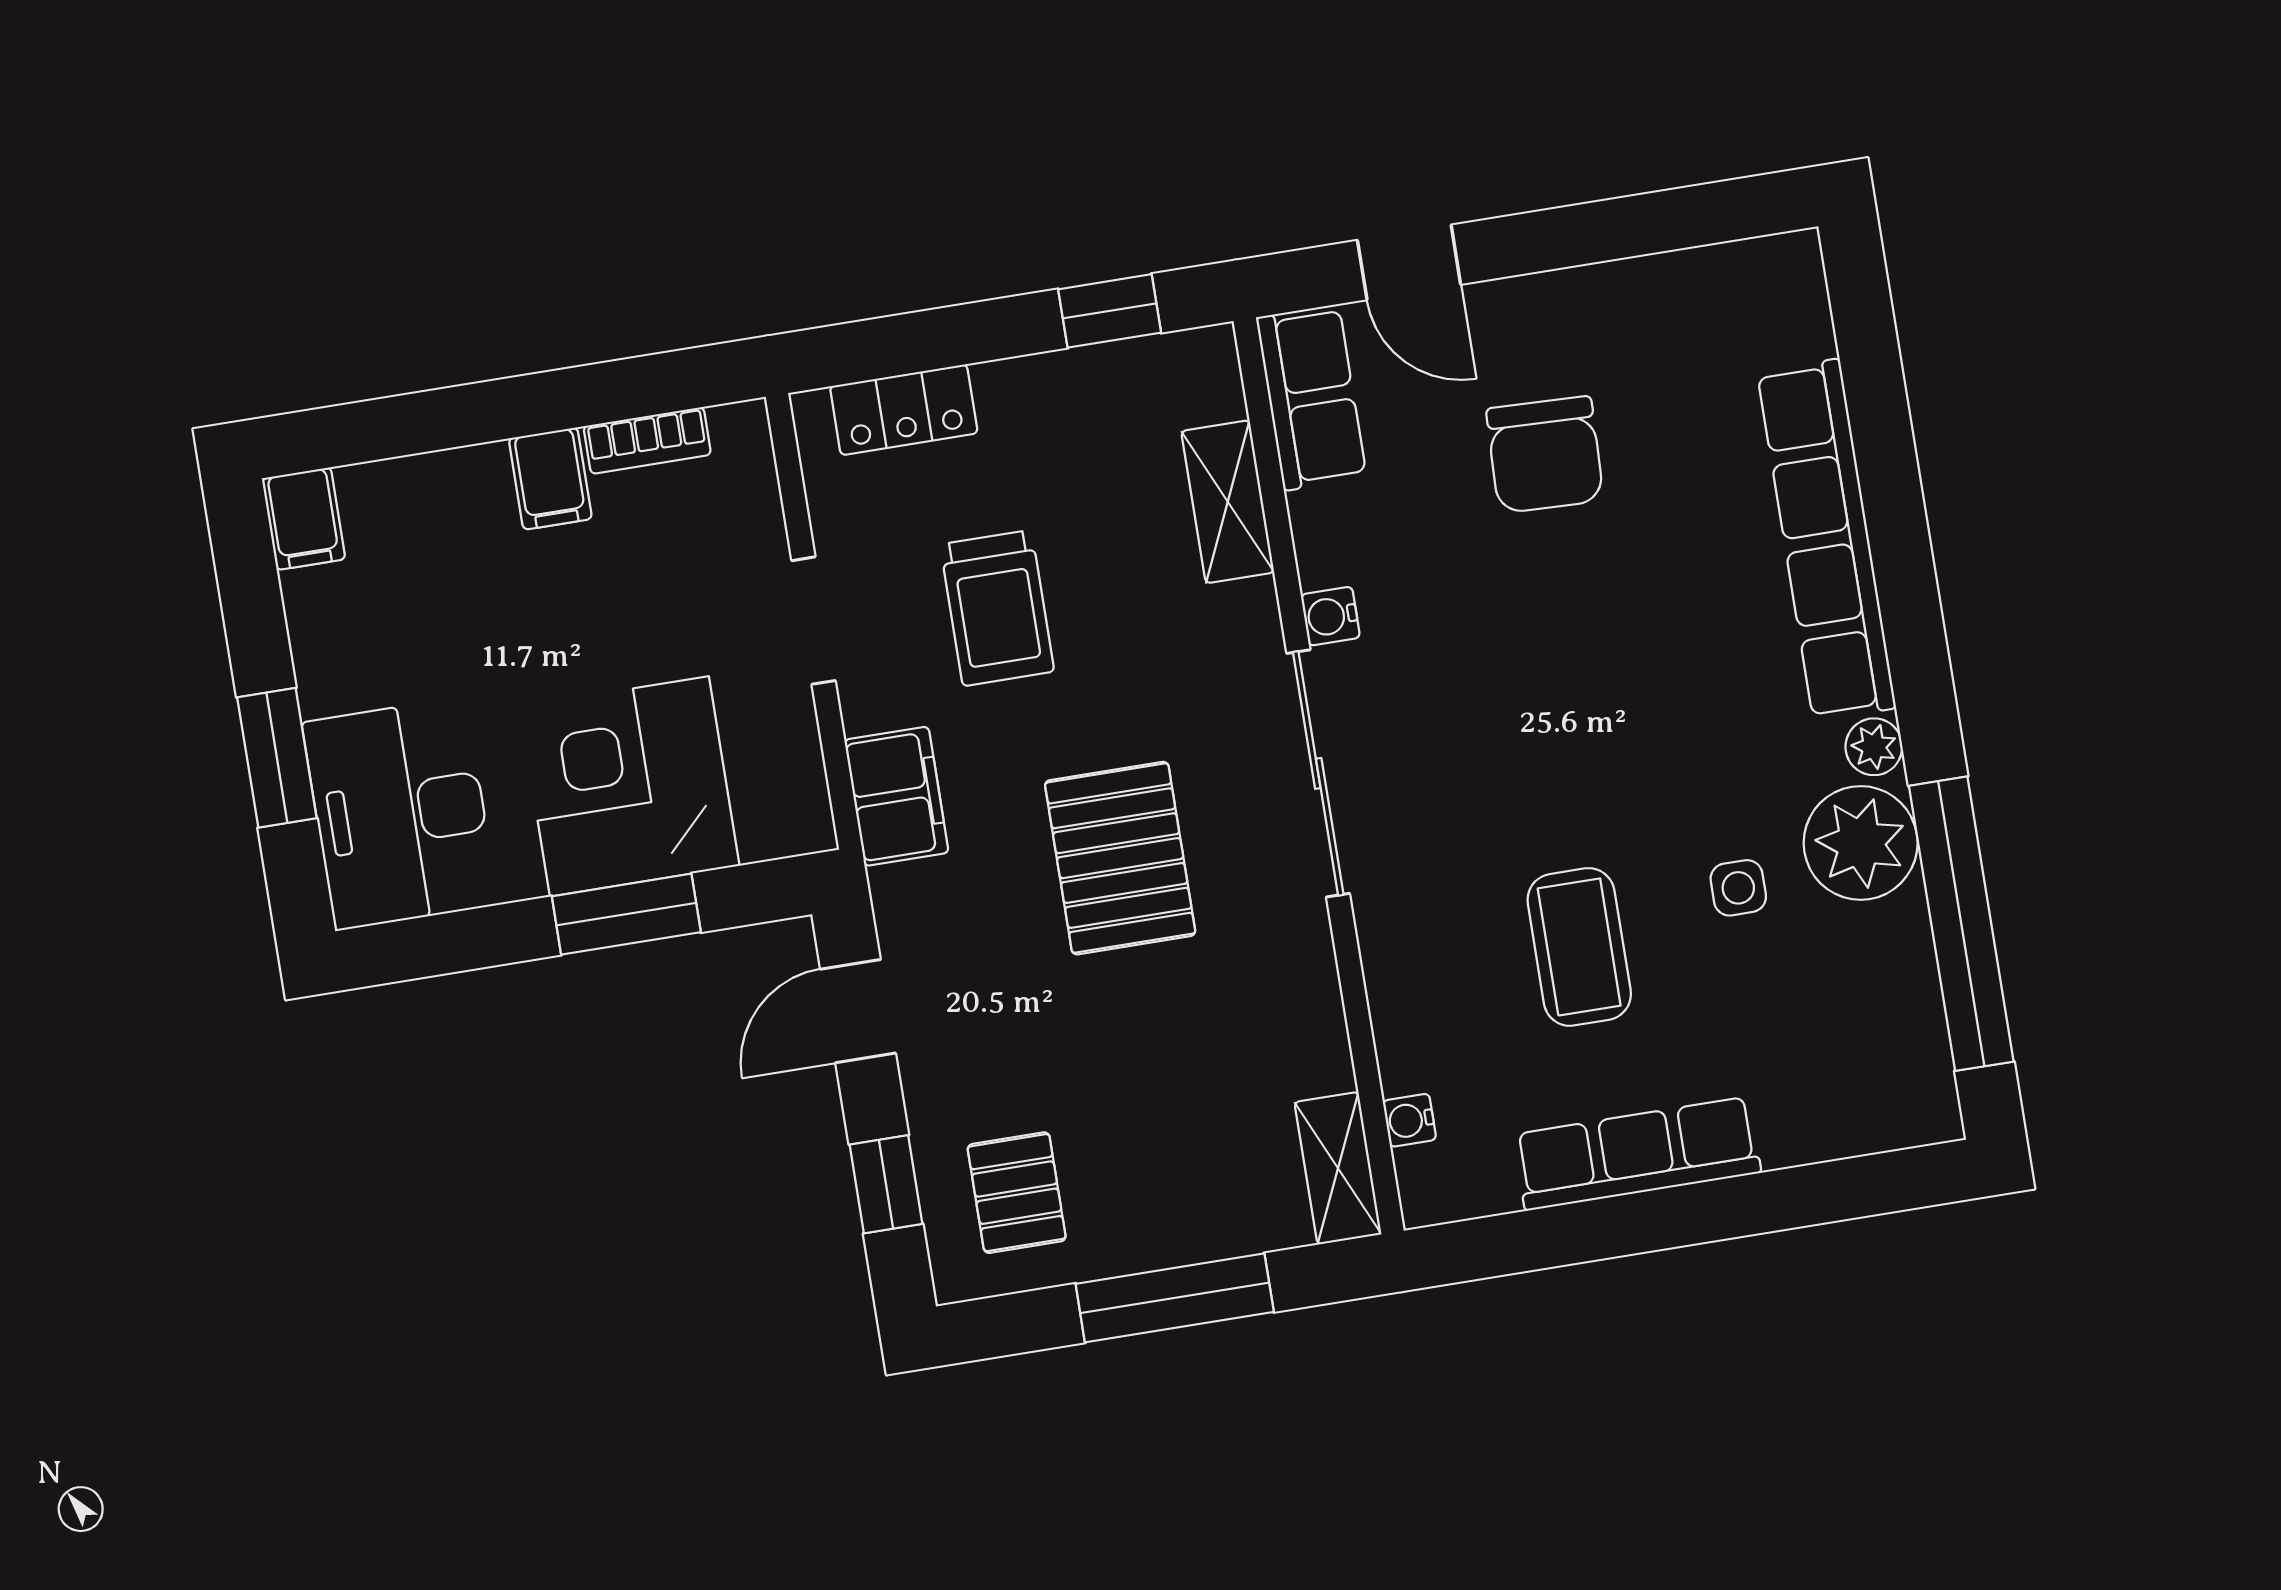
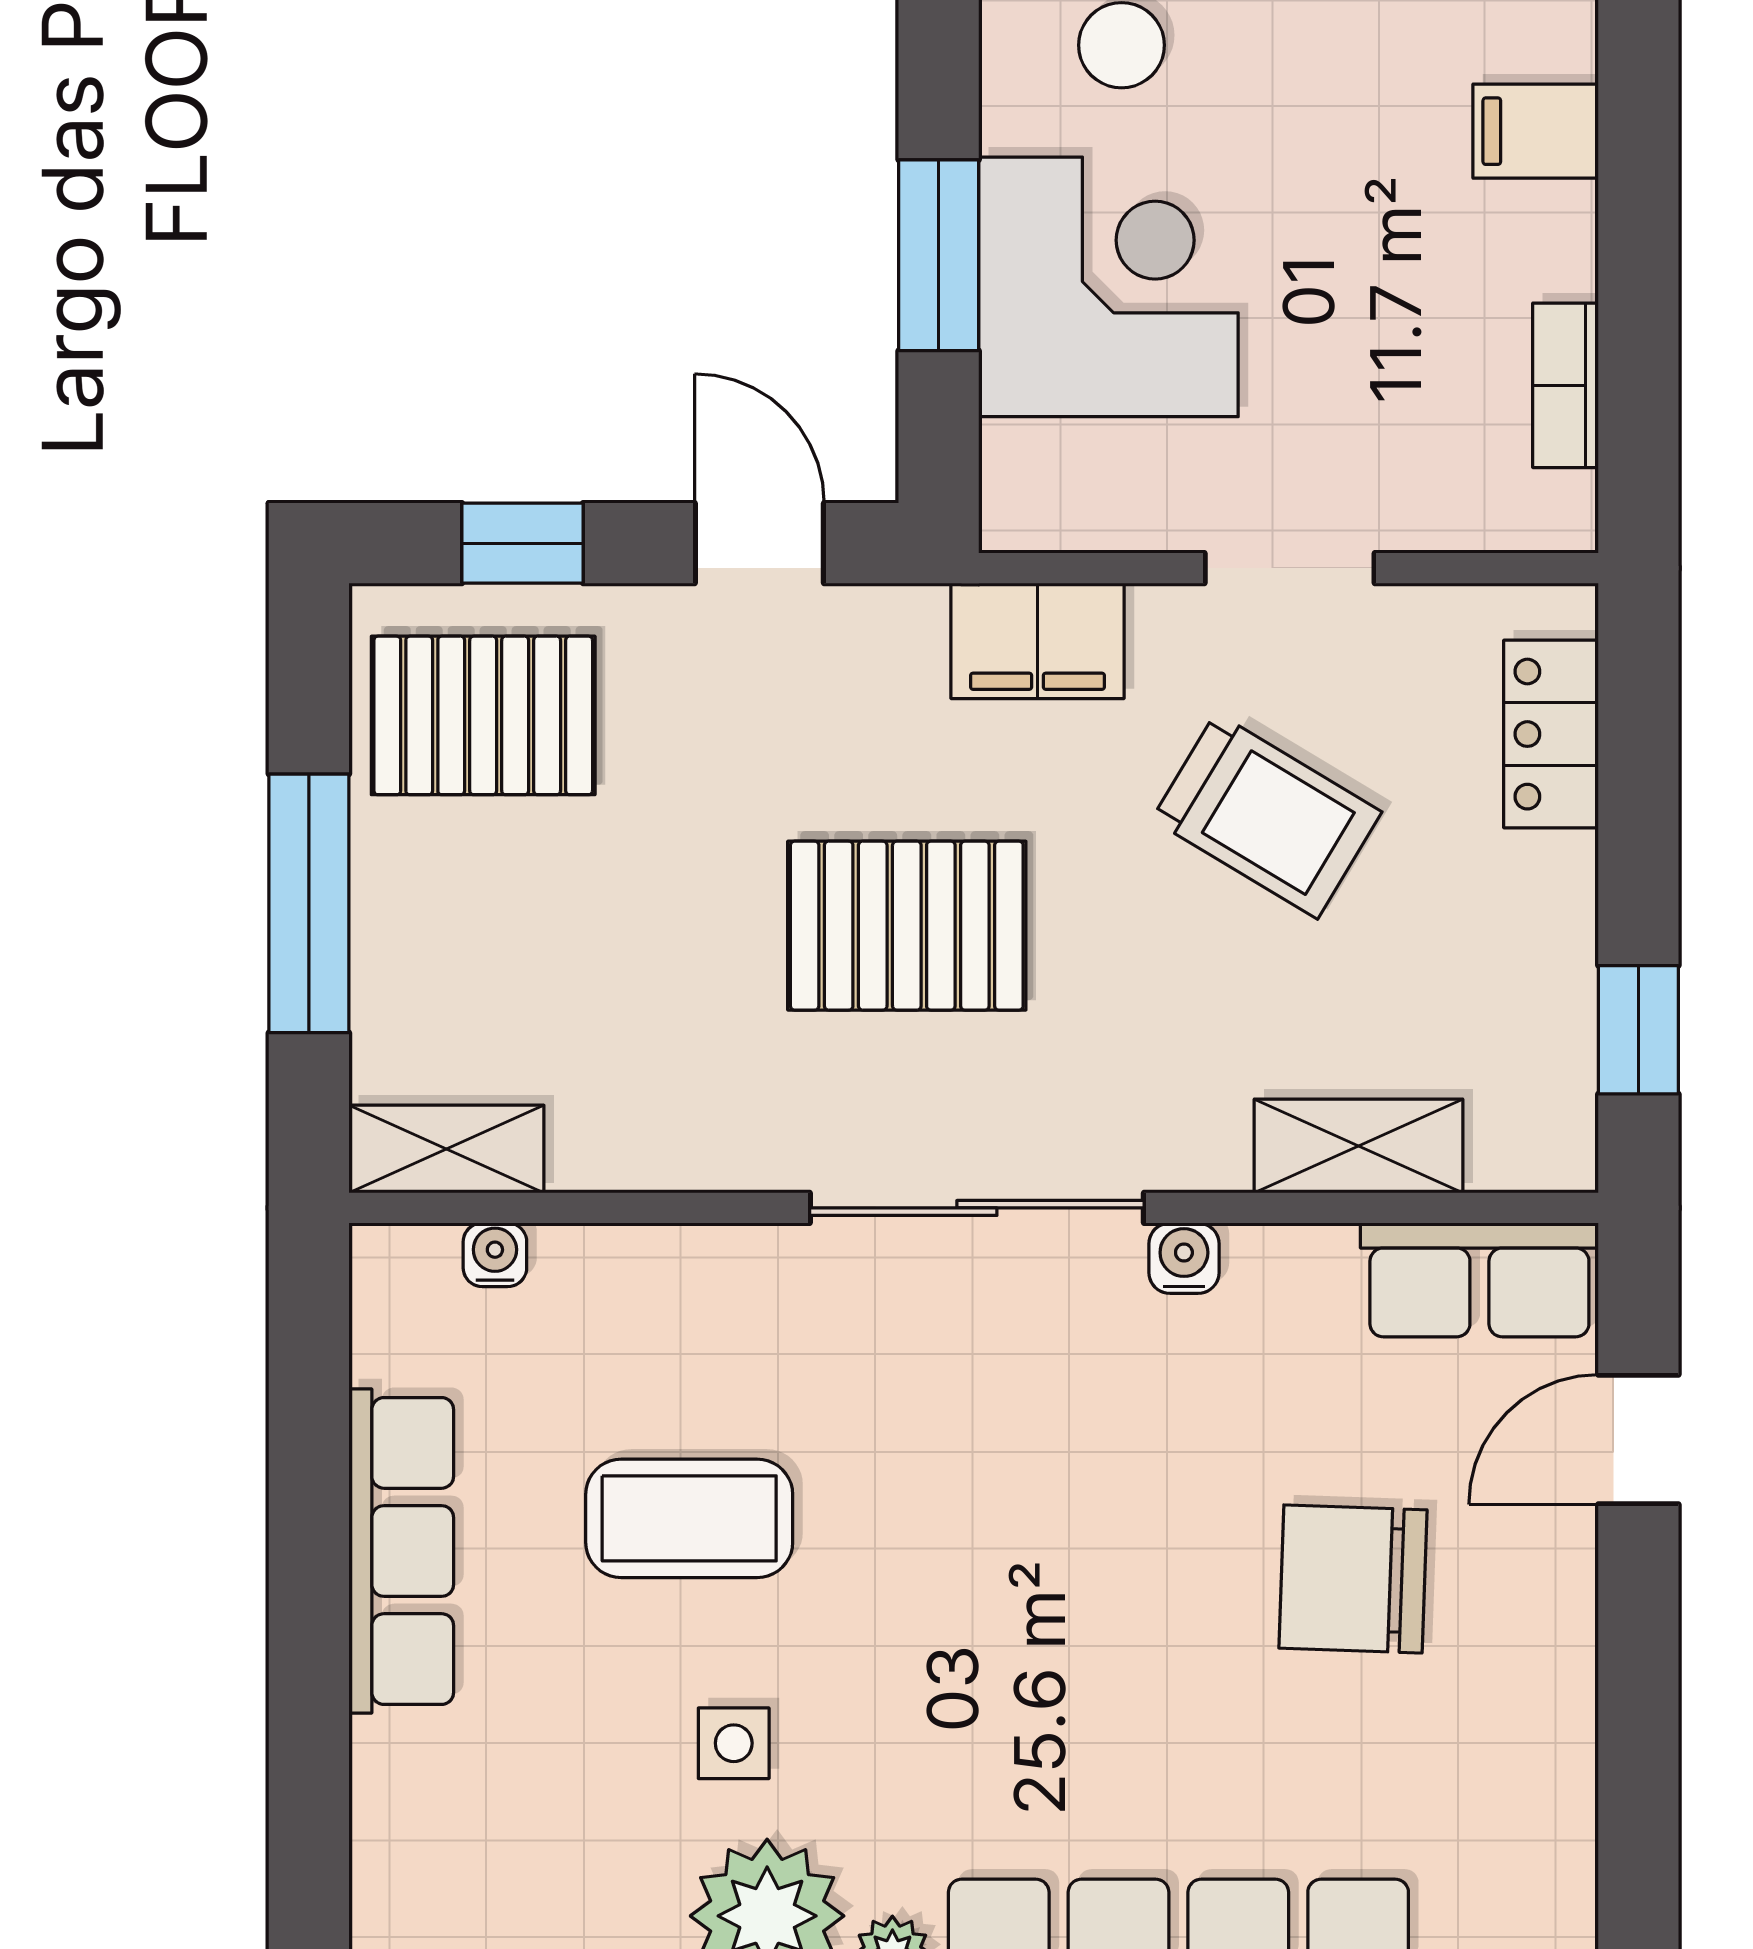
filing cabinet: (550, 479) -> (1536, 131), moved
trolley: (997, 608) -> (1267, 816), turned -149
pallet: (1017, 1193) -> (483, 715), width x1.50, depth x1.42

